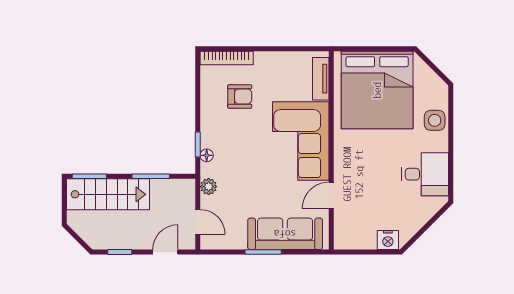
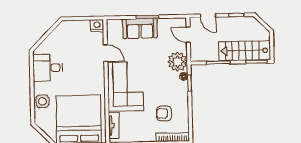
plant: (209, 187) -> (178, 62), width x1.88, depth x1.88
door: (331, 196) -> (106, 53), hinge flipped
sofa: (285, 234) -> (140, 29), width x0.73
nightstand: (388, 240) -> (97, 26), moved
door: (165, 252) -> (208, 16), hinge flipped

